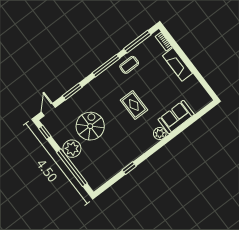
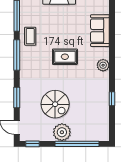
spiral stairs: (90, 126) -> (55, 104), turned 180
plant: (160, 133) -> (103, 65), moved

